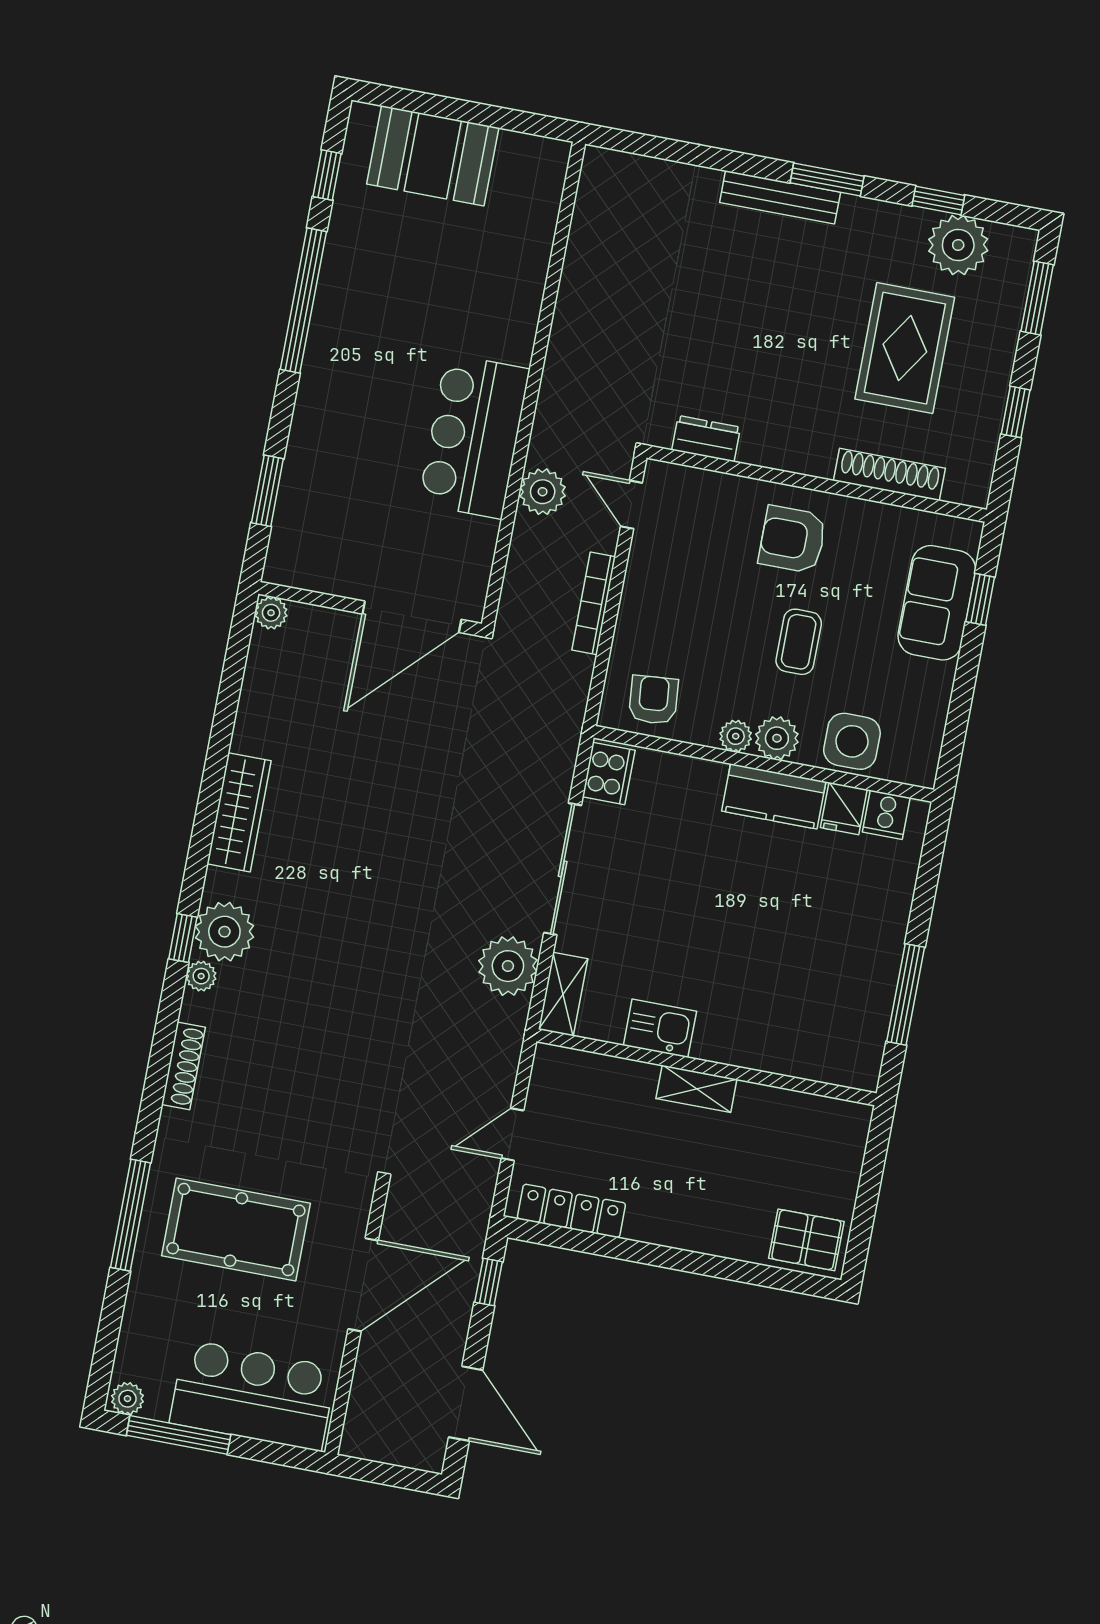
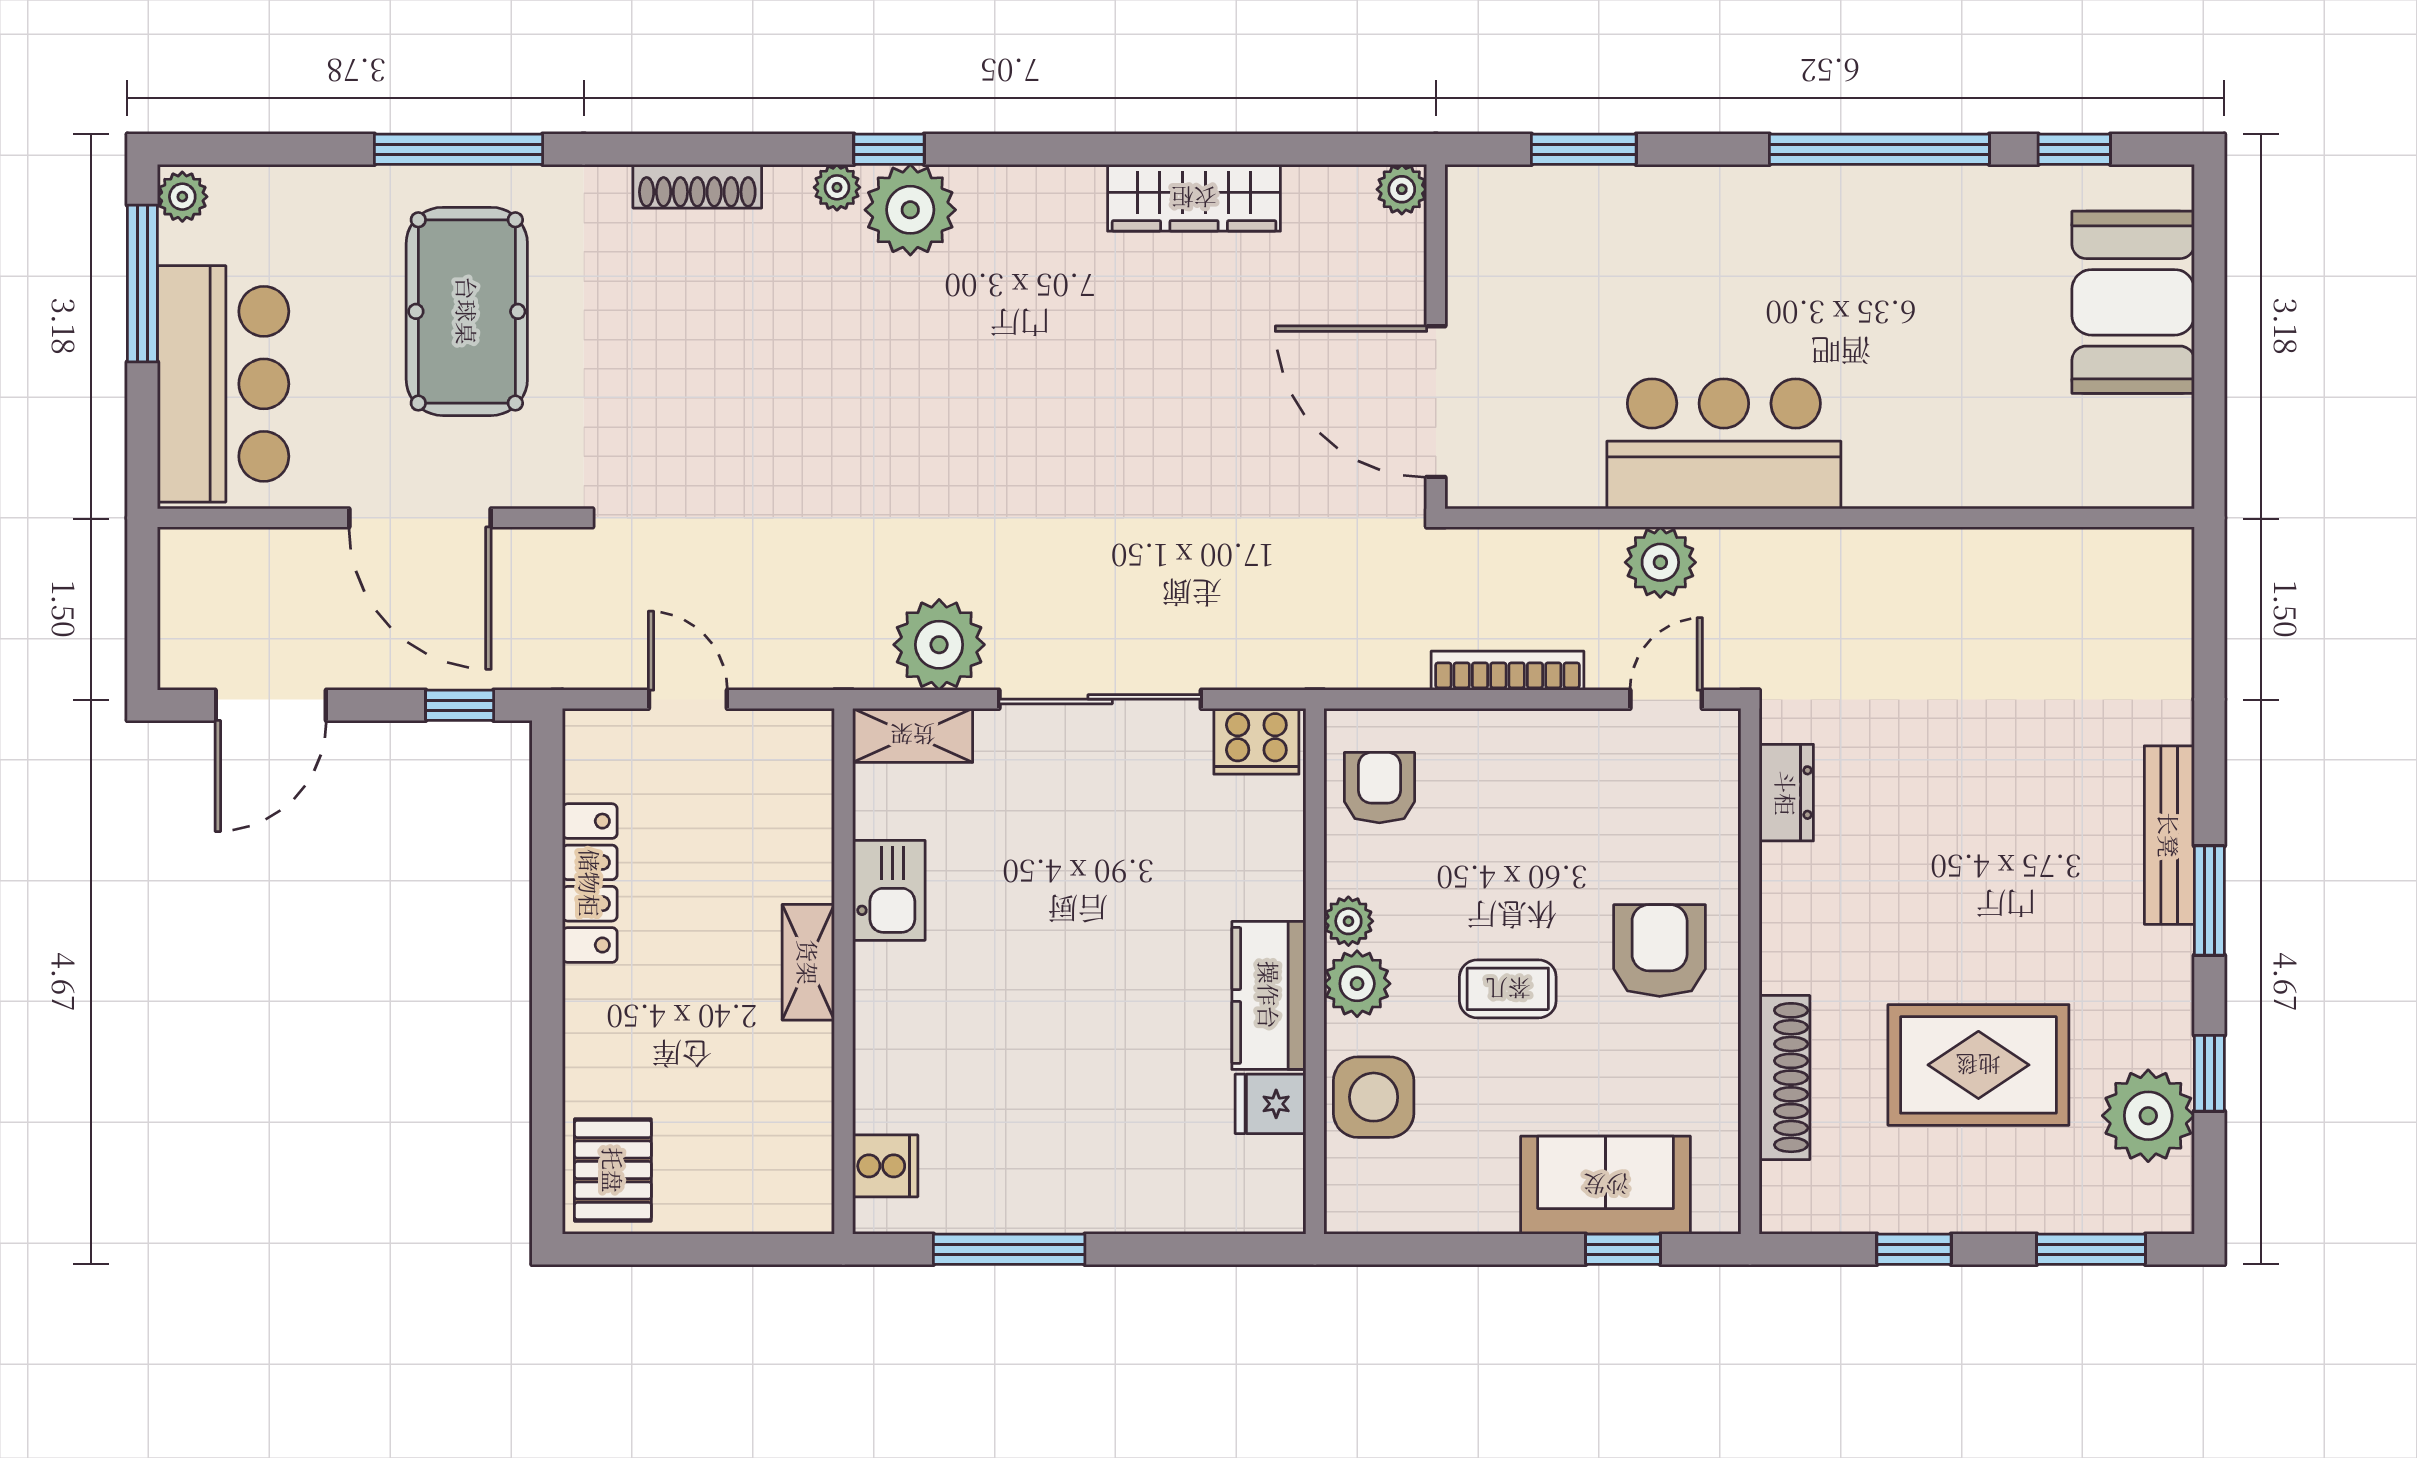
armchair: (653, 700) -> (1379, 788), turned -85
wardrobe: (239, 812) -> (1194, 198), moved
cooker: (886, 815) -> (885, 1166), moved, turned 180
locker: (571, 1211) -> (590, 883), moved

